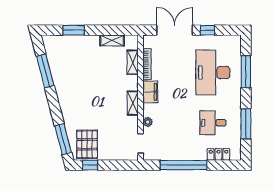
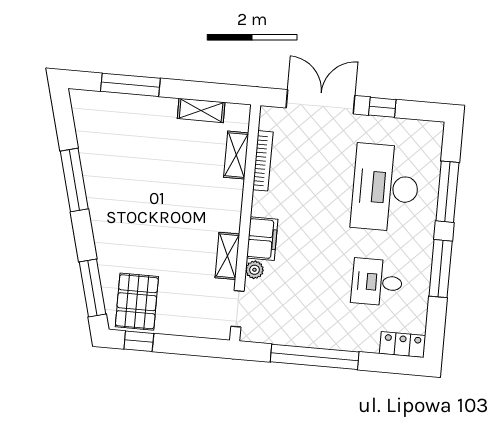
window: (74, 30) -> (130, 85), width x1.44
window: (45, 71) -> (74, 180), moved
filing cabinet: (150, 92) -> (262, 239), moved
shelving: (133, 103) -> (227, 256), moved
window: (246, 124) -> (441, 269), moved
locker: (218, 154) -> (403, 344), moved

